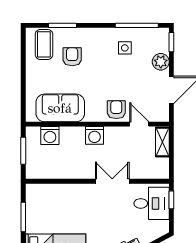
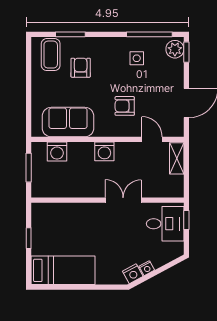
plant: (161, 62) -> (175, 49), moved
armchair: (116, 110) -> (125, 106), moved, turned -90
window: (23, 217) -> (29, 238), width x0.67

